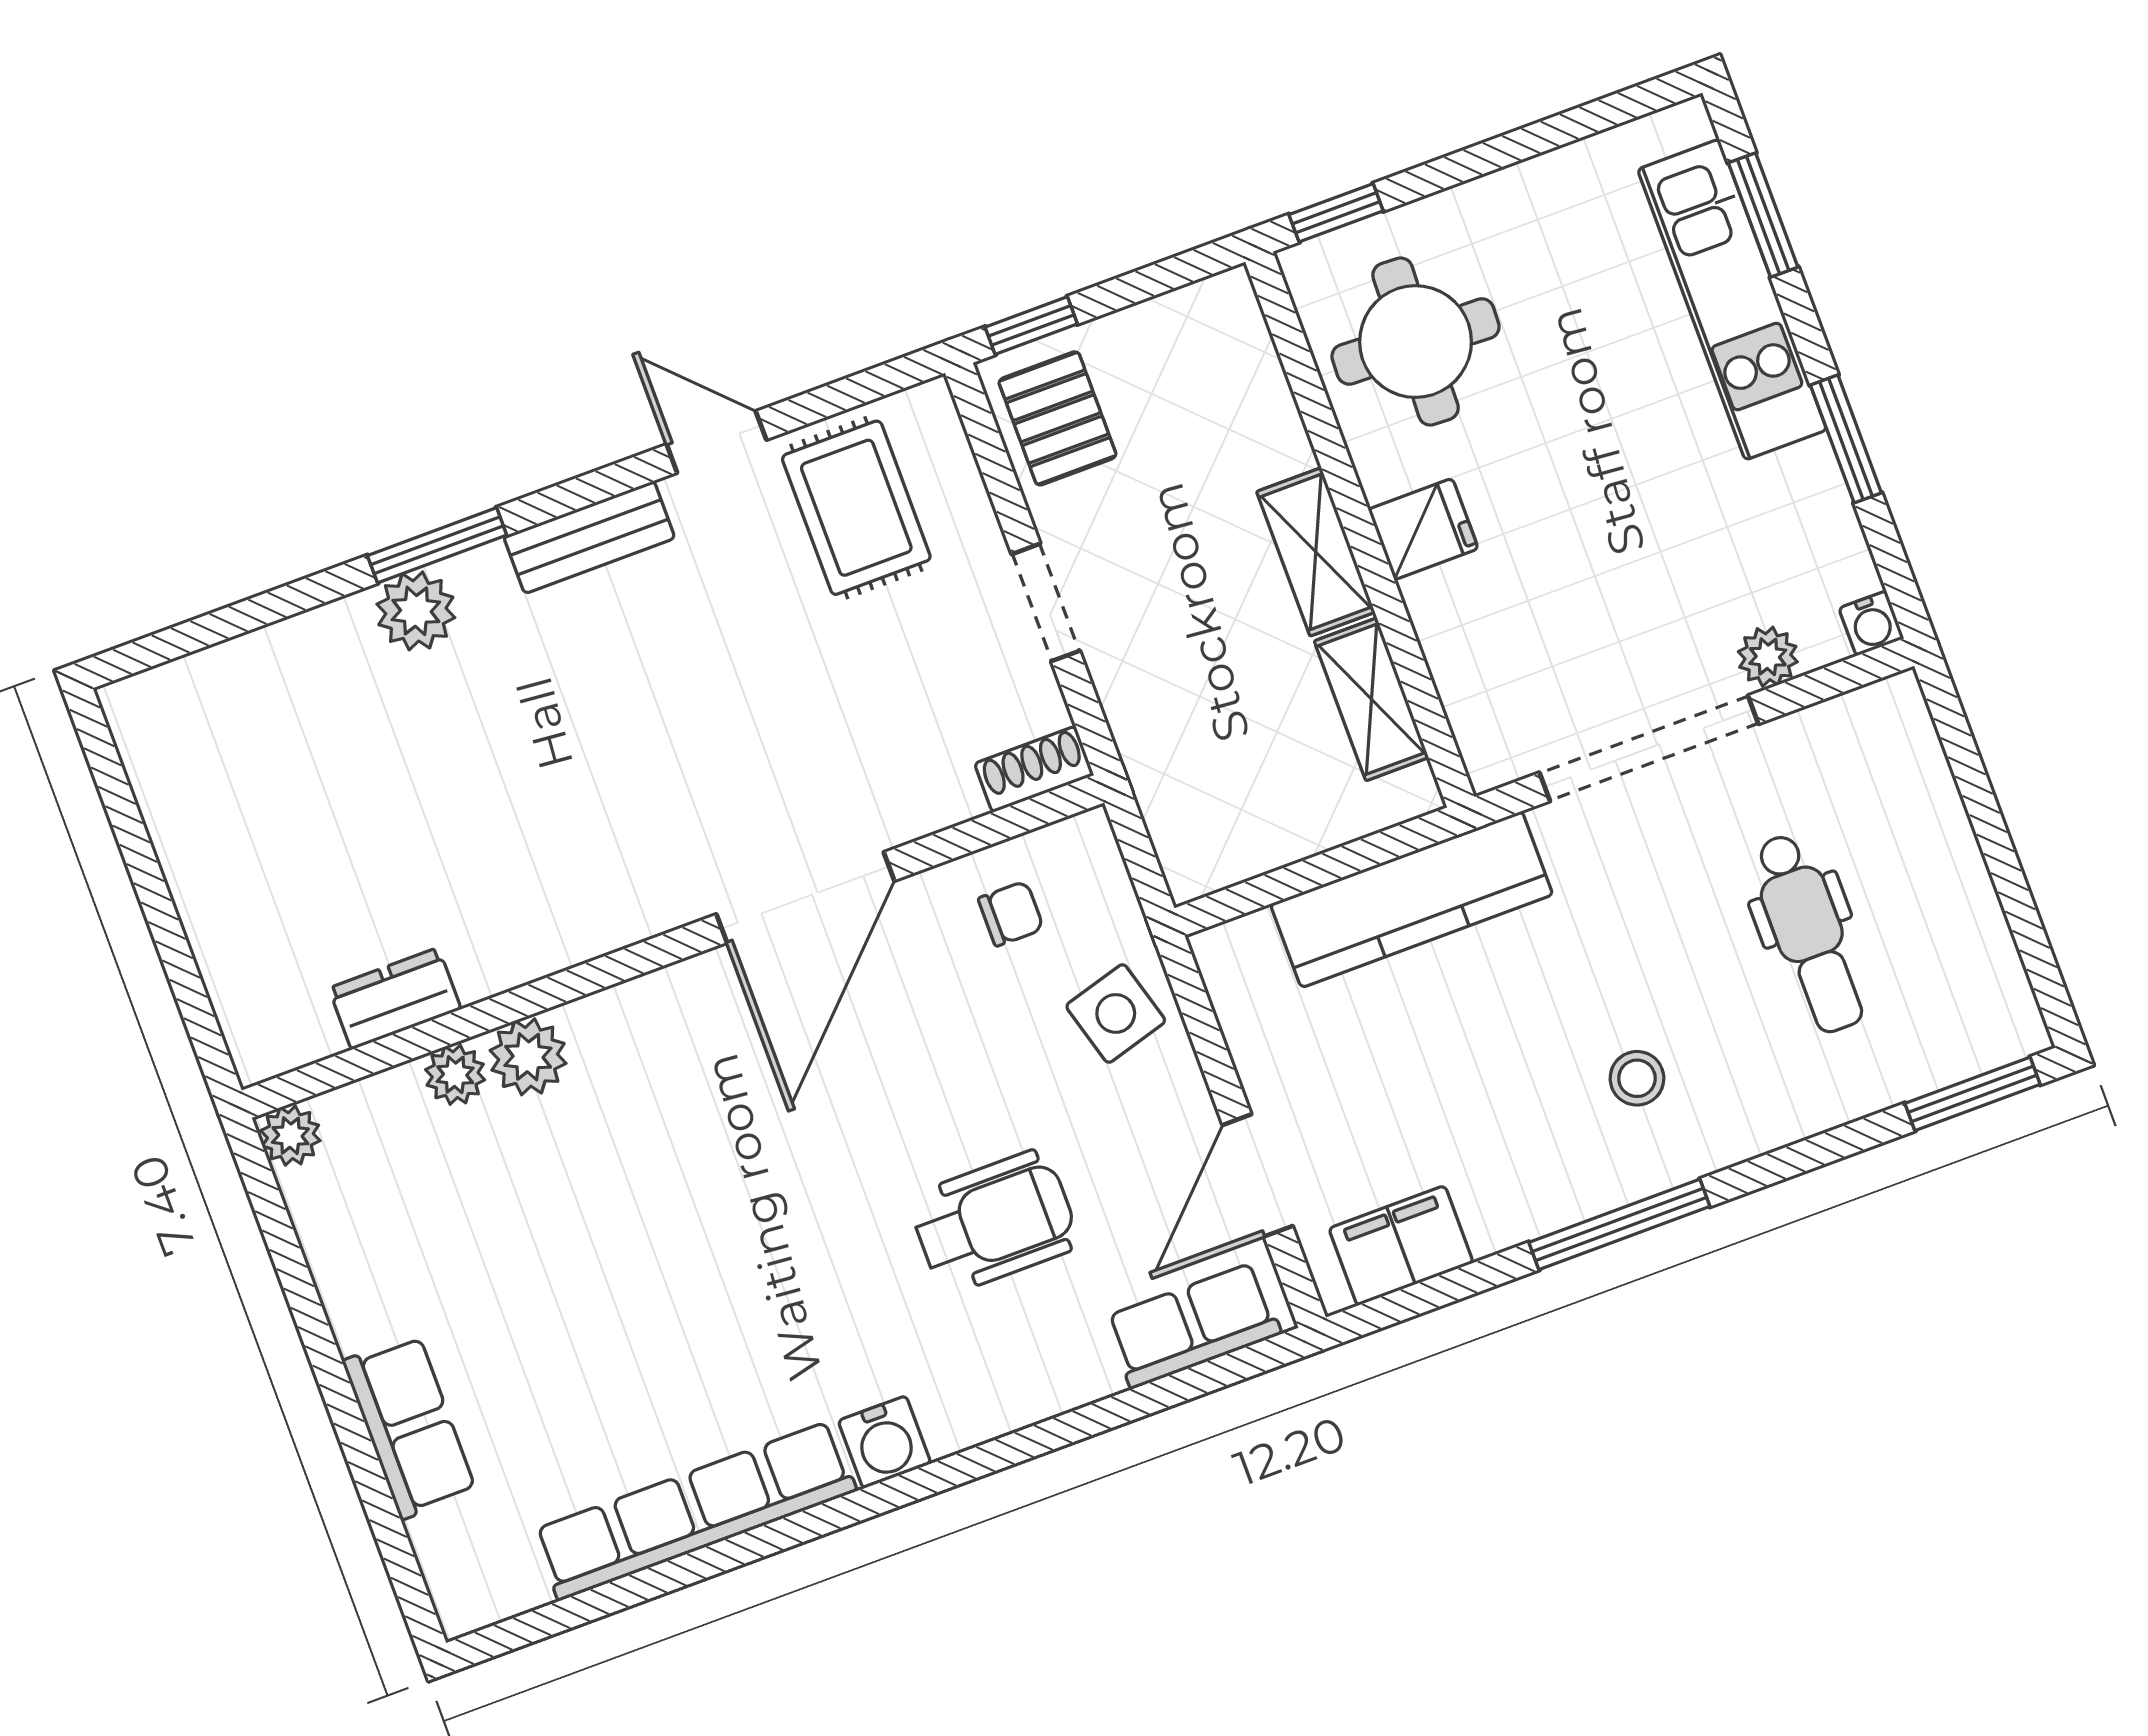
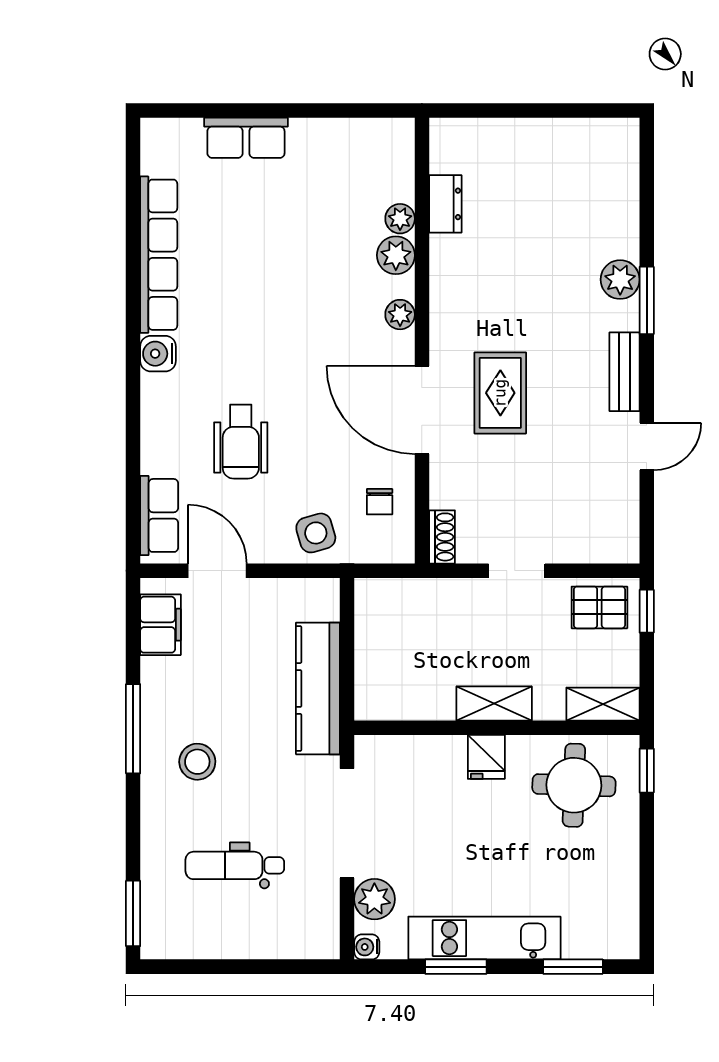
kitchen unit: (1732, 300) -> (484, 938), moved
rug: (856, 508) -> (500, 393), moved, turned 90
plant: (1768, 657) -> (374, 899), width x1.38, depth x1.38
shelving: (1371, 699) -> (603, 704), moved
stool: (1637, 1078) -> (197, 762), width x1.37, depth x1.37
plant: (290, 1136) -> (400, 315), moved

